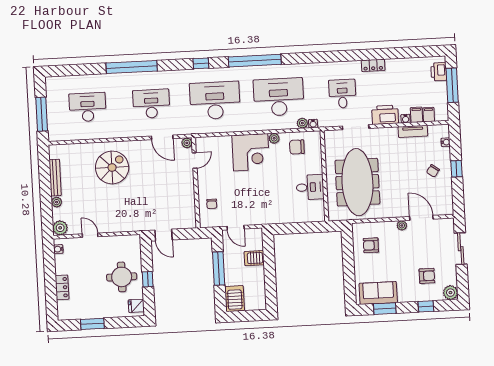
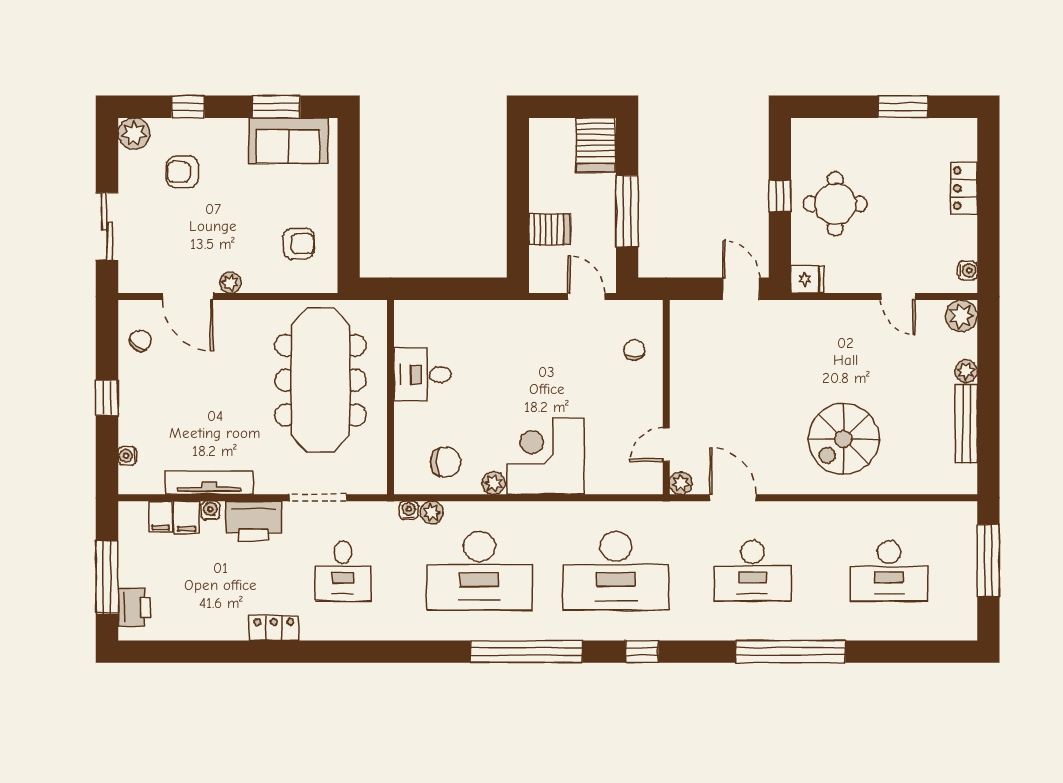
tv unit: (413, 131) -> (209, 483), width x1.41
chair: (433, 171) -> (140, 340), moved
fridge: (136, 306) -> (807, 279), moved

